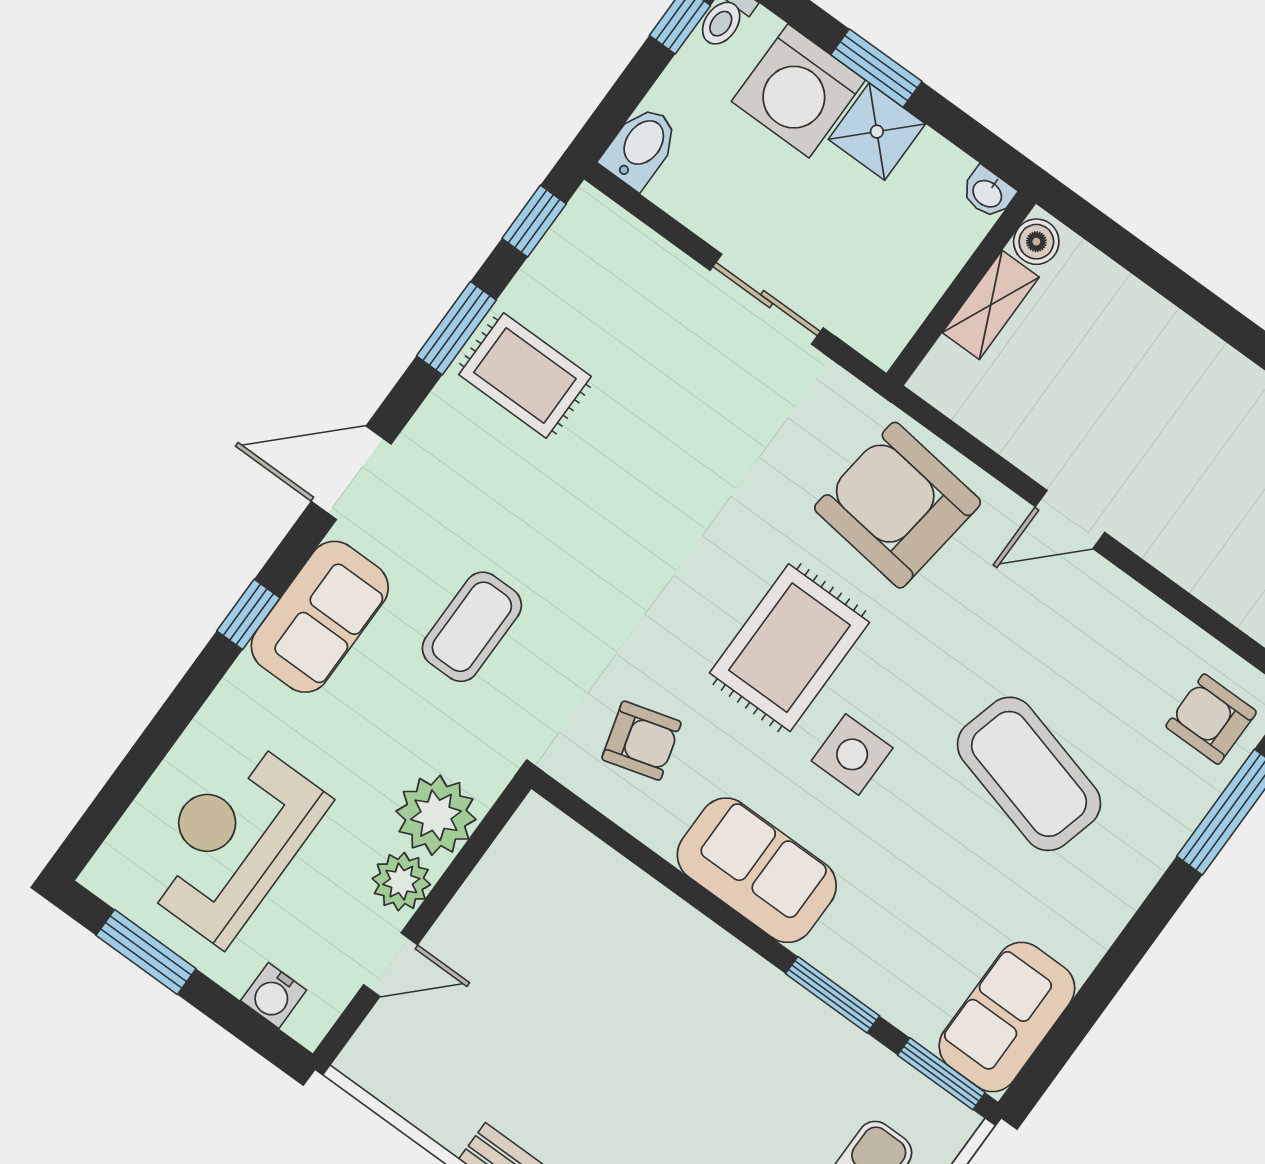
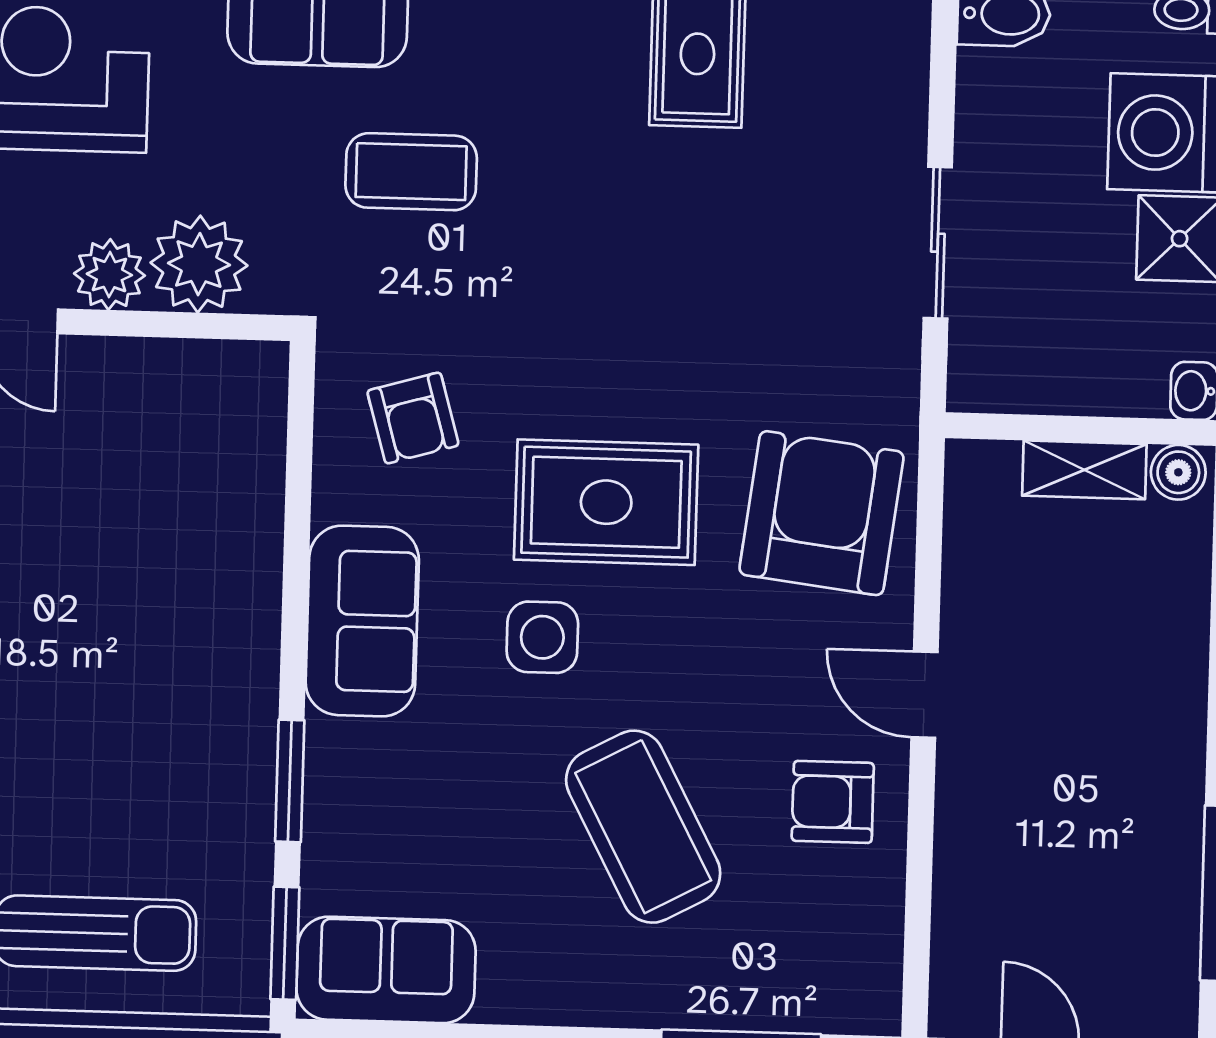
armchair: (1211, 719) -> (833, 802), moved, turned -90
coffee table: (1029, 774) -> (643, 827), turned -43

